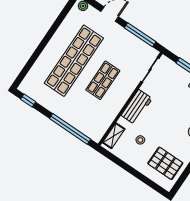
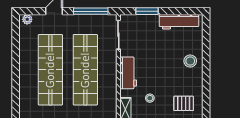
shop shelf: (103, 80) -> (85, 70), width x2.00, depth x1.36
pallet: (165, 163) -> (184, 103), width x0.67, depth x0.71

